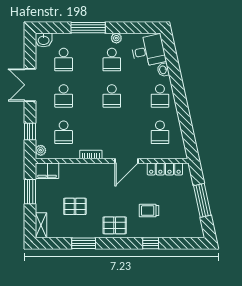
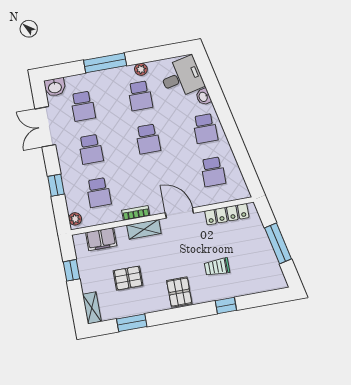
double door: (30, 85) -> (45, 127), moved
window: (30, 131) -> (56, 185), moved
door: (126, 161) -> (179, 213), swing flipped
shelving: (95, 169) -> (144, 229), added
filing cabinet: (47, 171) -> (101, 239), moved
window: (30, 192) -> (71, 270), width x0.67
pallet: (115, 225) -> (179, 292), turned 90
window: (84, 243) -> (132, 323), moved

